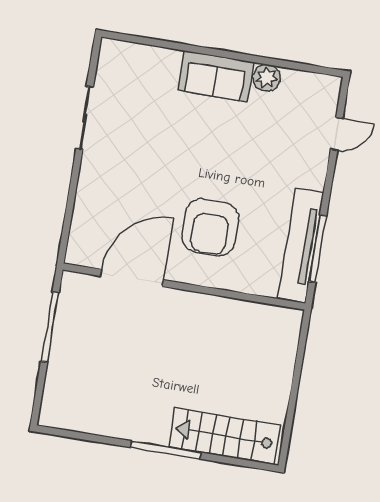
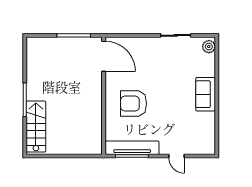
plant: (267, 78) -> (209, 47), moved
door: (337, 134) -> (177, 156), moved
door: (132, 278) -> (104, 56), moved

